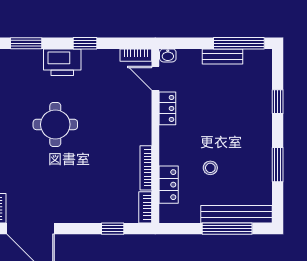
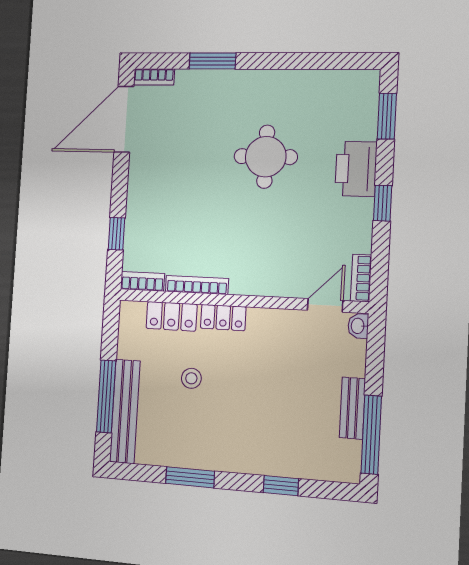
locker: (167, 108) -> (223, 318), moved

